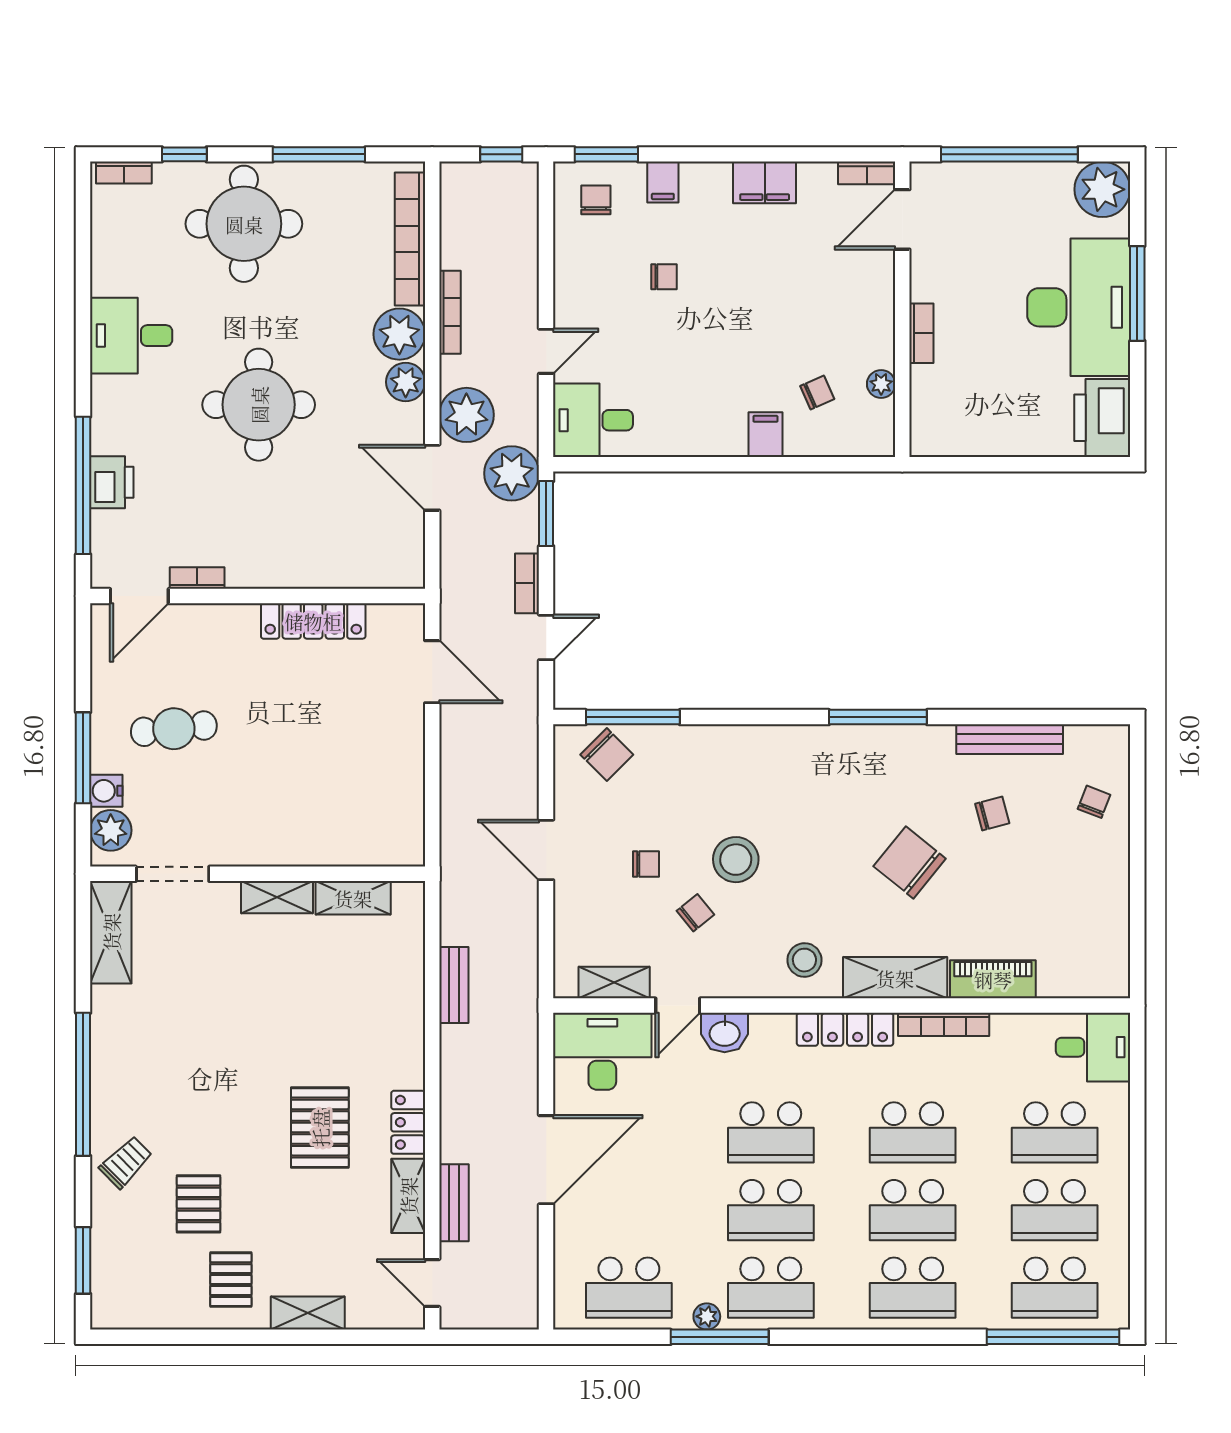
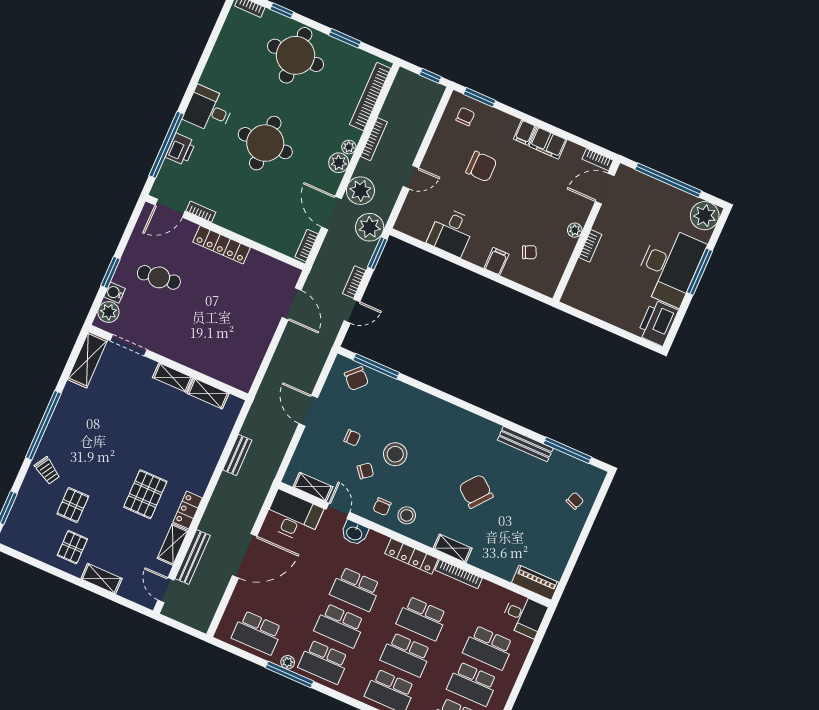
window: (319, 154) -> (345, 38), width x0.69
filing cabinet: (663, 182) -> (525, 133), moved
chair: (664, 277) -> (481, 167), width x1.87, depth x1.87
plant: (399, 334) -> (349, 147), width x0.53, depth x0.53
desk: (131, 336) -> (209, 110), moved
plant: (881, 384) -> (575, 230), moved
desk: (593, 420) -> (451, 232), moved, turned -90
bookcase: (413, 555) -> (307, 245), added
locker: (313, 621) -> (222, 245), moved
window: (878, 717) -> (567, 450), moved
bench: (1010, 739) -> (525, 444), moved
window: (83, 758) -> (110, 272), width x0.69
chair: (992, 813) -> (382, 507), moved, turned 105
shelving: (895, 978) -> (453, 548), width x0.67, depth x0.75
piano: (993, 979) -> (535, 583), moved
door: (678, 1006) -> (338, 511), swing flipped
trolley: (126, 1162) -> (47, 471), turned 76
bench: (454, 1203) -> (193, 557), width x1.36

